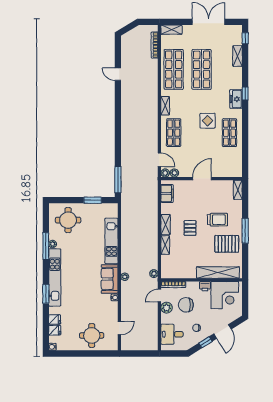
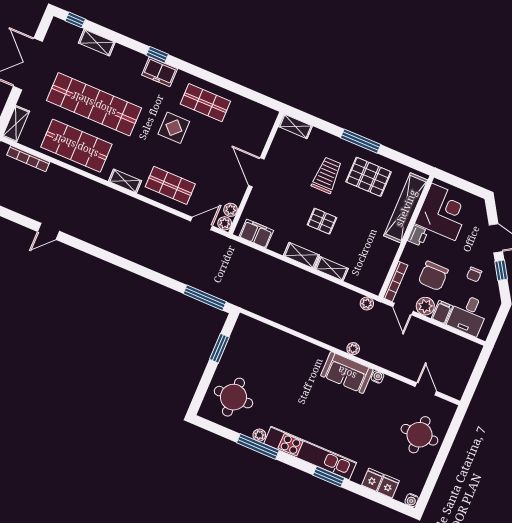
shop shelf: (202, 69) -> (94, 104), width x1.40
kitchen unit: (111, 241) -> (292, 346), removed
pallet: (227, 244) -> (369, 177), turned 90
filing cabinet: (167, 319) -> (442, 312), added

